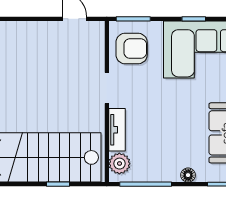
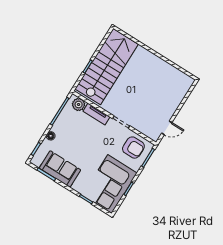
armchair: (132, 49) -> (133, 148), turned -90

